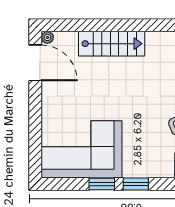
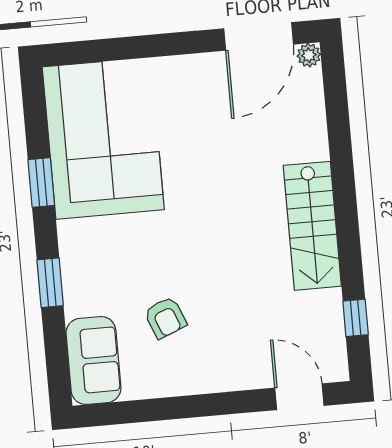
stairs: (112, 44) -> (312, 226), moved
window: (136, 184) -> (50, 283), moved

